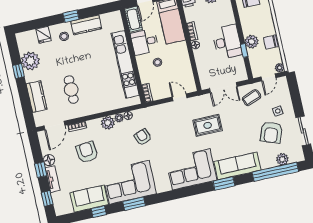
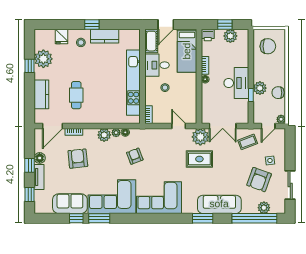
plant: (204, 103) -> (200, 137), added
corner sofa: (191, 169) -> (159, 198), moved
window: (134, 204) -> (99, 218), moved

